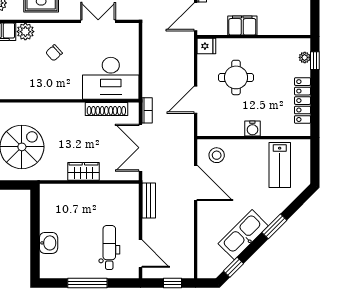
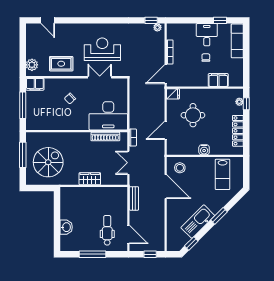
filing cabinet: (242, 25) -> (218, 80), moved
plant: (25, 32) -> (51, 84), removed
double door: (140, 148) -> (128, 163), width x0.73

